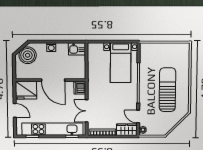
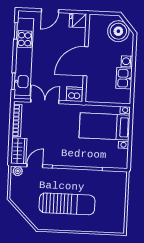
kitchen sink: (77, 49) -> (124, 78), moved
bed with nightstands: (121, 63) -> (105, 126), moved
fridge: (26, 90) -> (78, 20), width x0.53, depth x0.75

